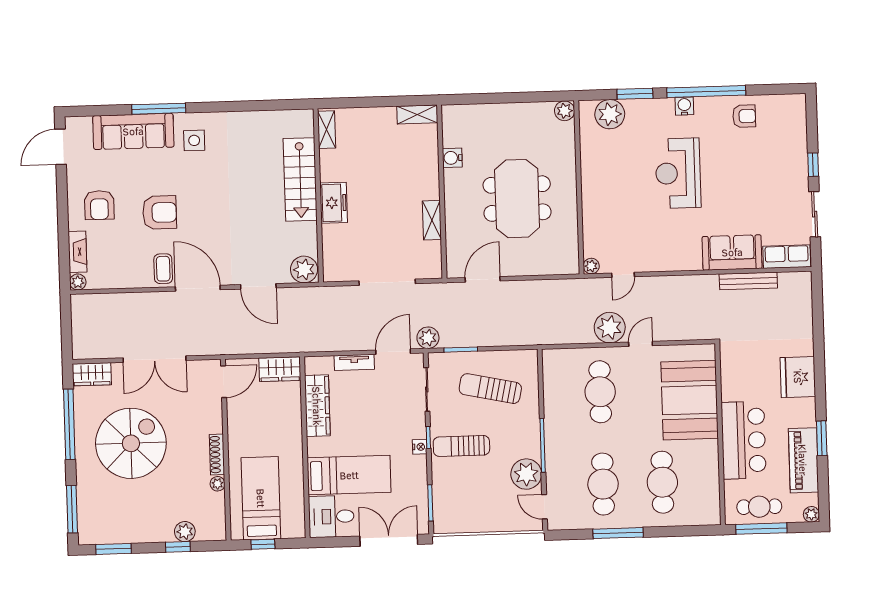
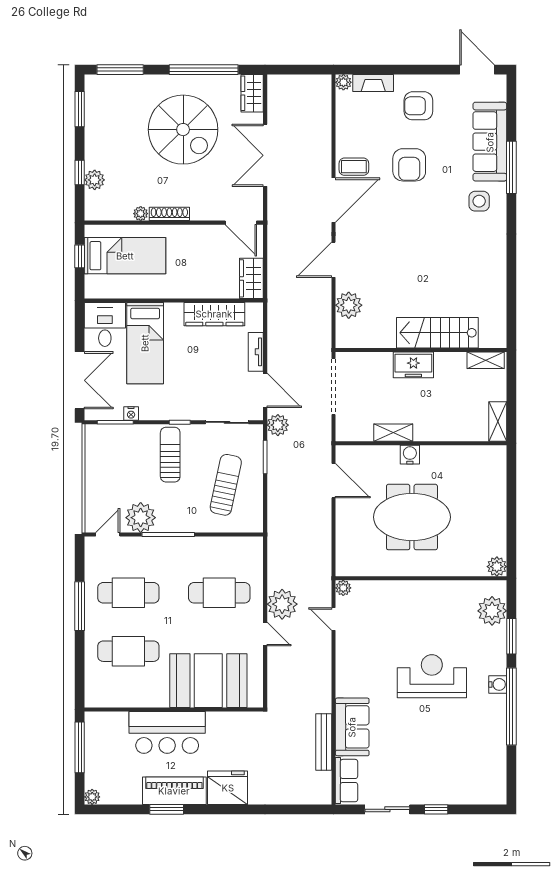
armchair: (744, 116) -> (486, 743), removed
shelving: (327, 130) -> (486, 360), moved
water cooler: (452, 158) -> (410, 455), moved
stairs: (300, 179) -> (437, 333), moved
wall: (318, 196) -> (421, 350), moved
freezer: (334, 203) -> (413, 365), moved
nightstand: (420, 447) -> (131, 414), moved
piano: (803, 460) -> (174, 791), moved
cafe table: (759, 507) -> (101, 746), removed

